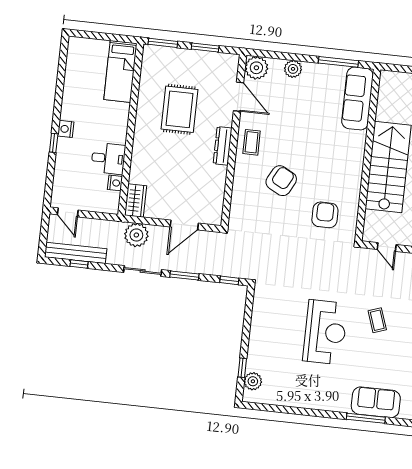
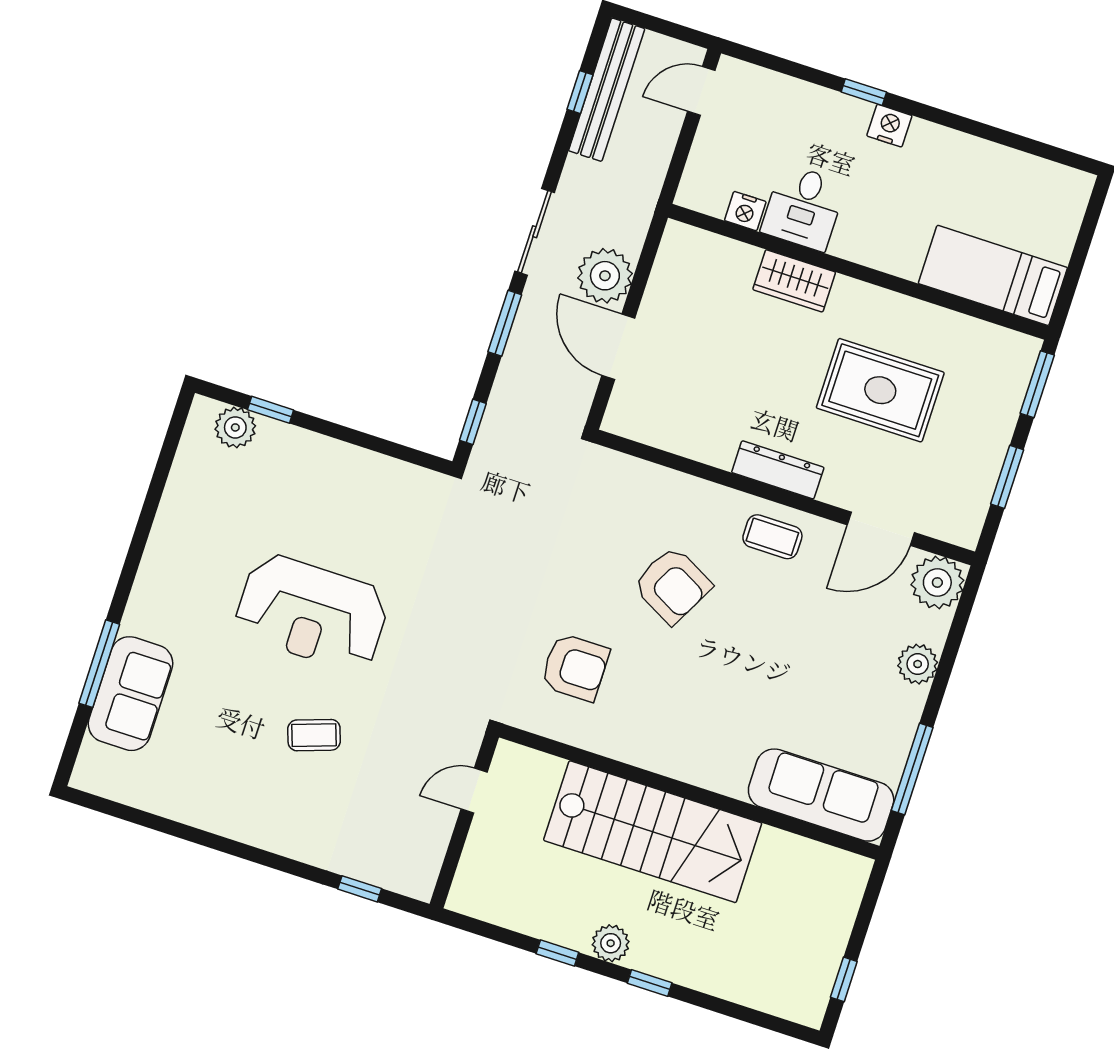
wardrobe: (136, 200) -> (794, 281), moved
plant: (136, 235) -> (605, 276), moved

